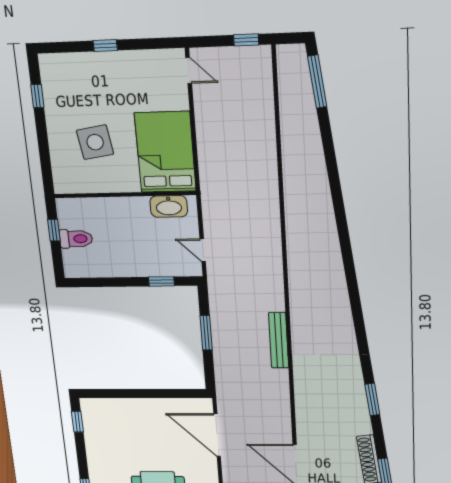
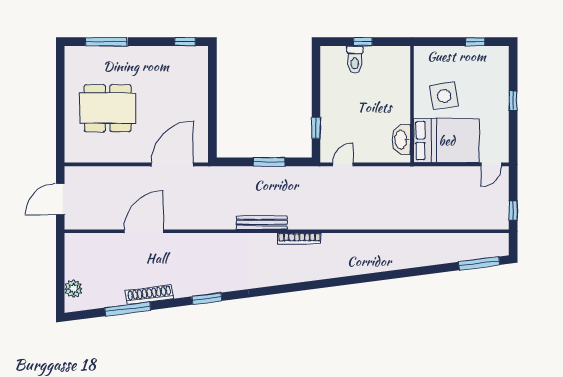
side table: (95, 142) -> (444, 96), moved
bed: (165, 152) -> (447, 141), moved
wall: (125, 195) -> (412, 104), moved
washbasin: (169, 206) -> (401, 140), moved
bookcase: (296, 298) -> (299, 238), added

